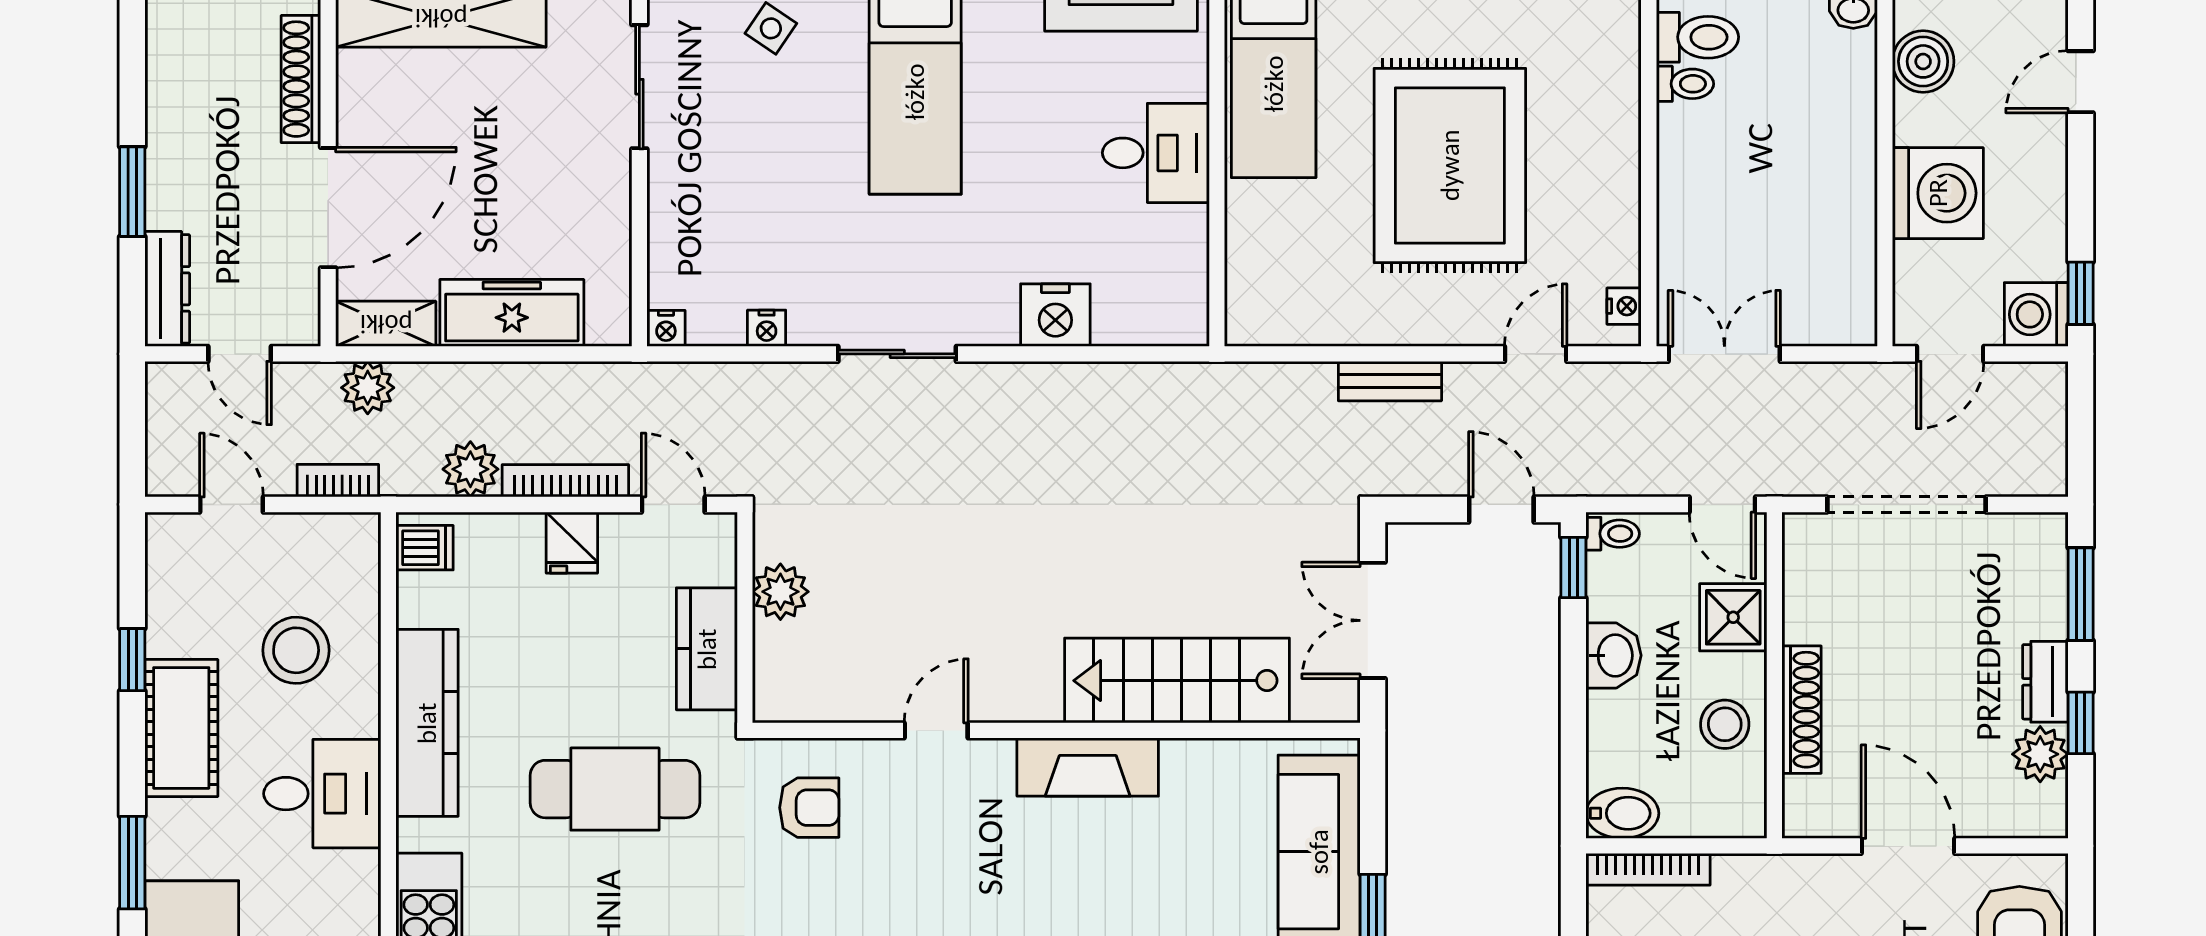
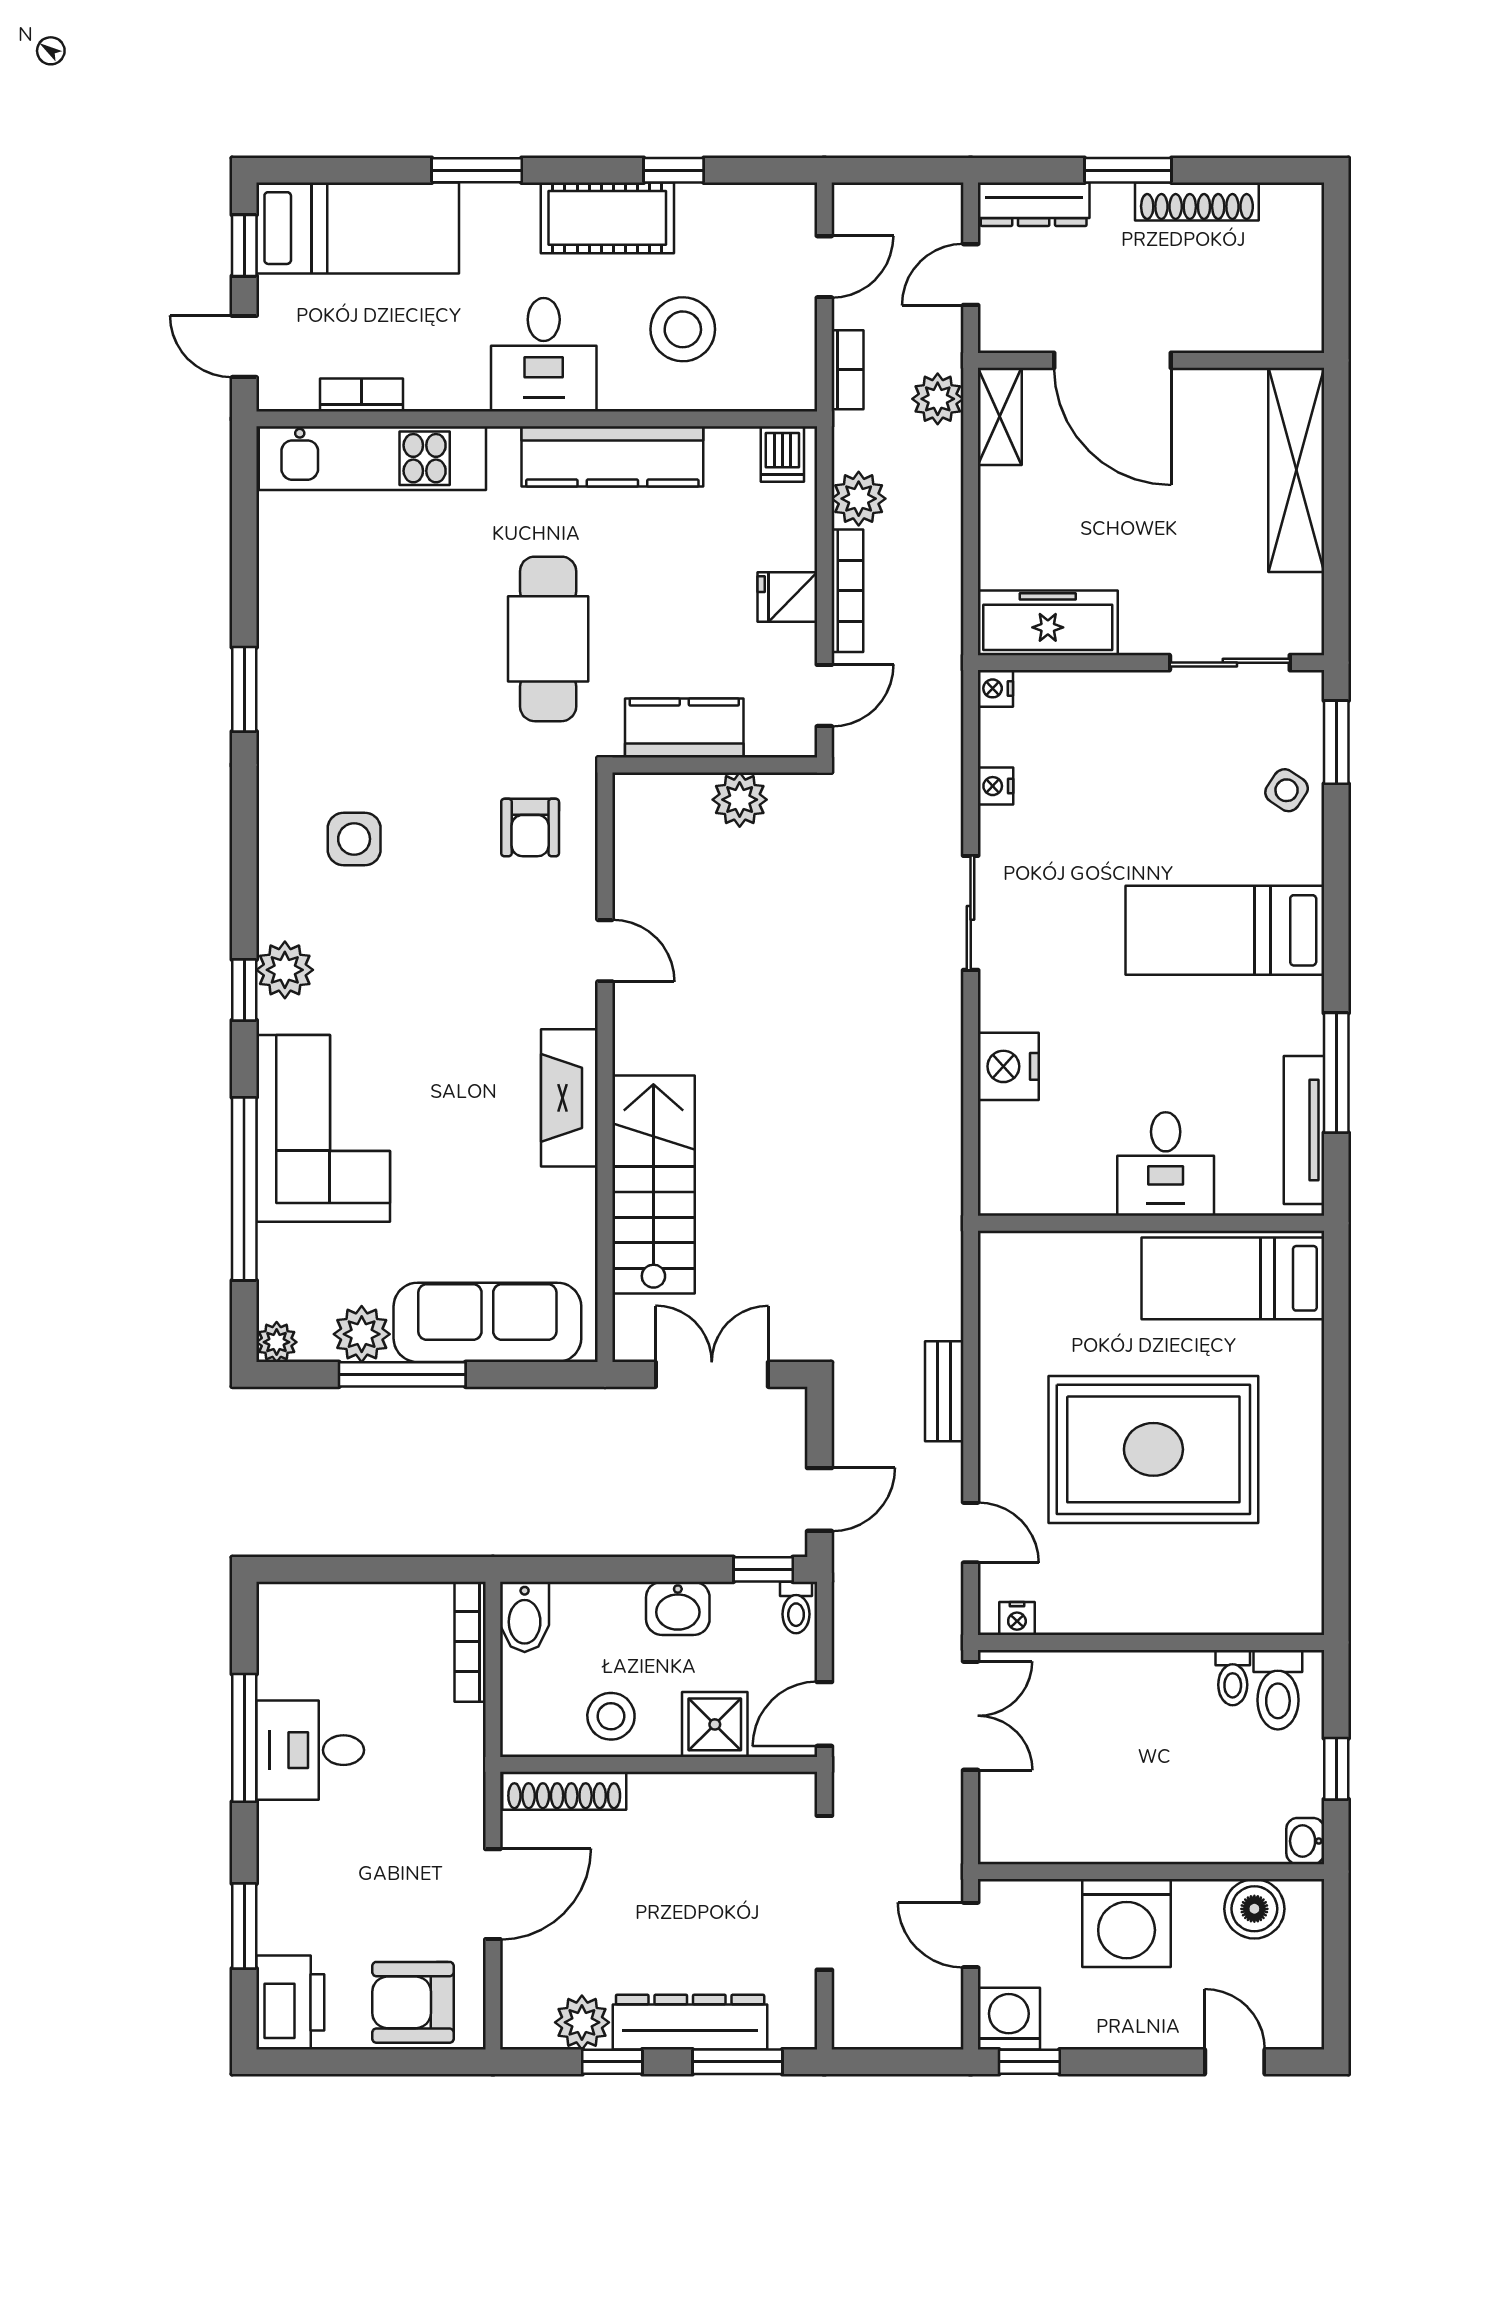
shoe rack: (301, 79) -> (1197, 202), moved, turned 180
freezer: (512, 313) -> (1048, 623), moved, turned -90
dresser: (2045, 682) -> (690, 2022), width x1.96, depth x1.24
shoe rack: (1802, 710) -> (564, 1791), moved

